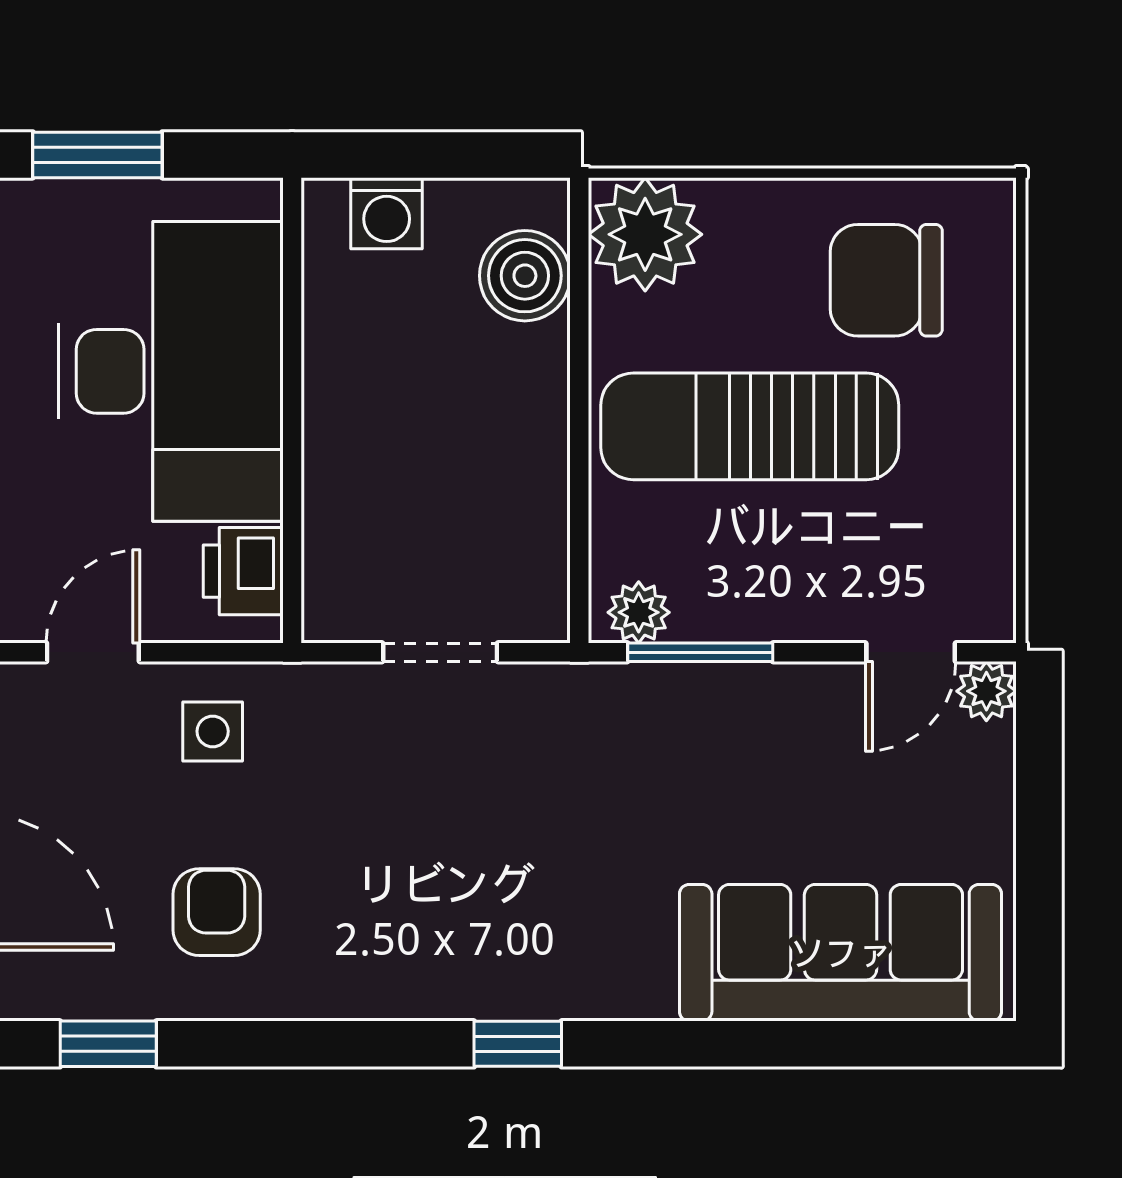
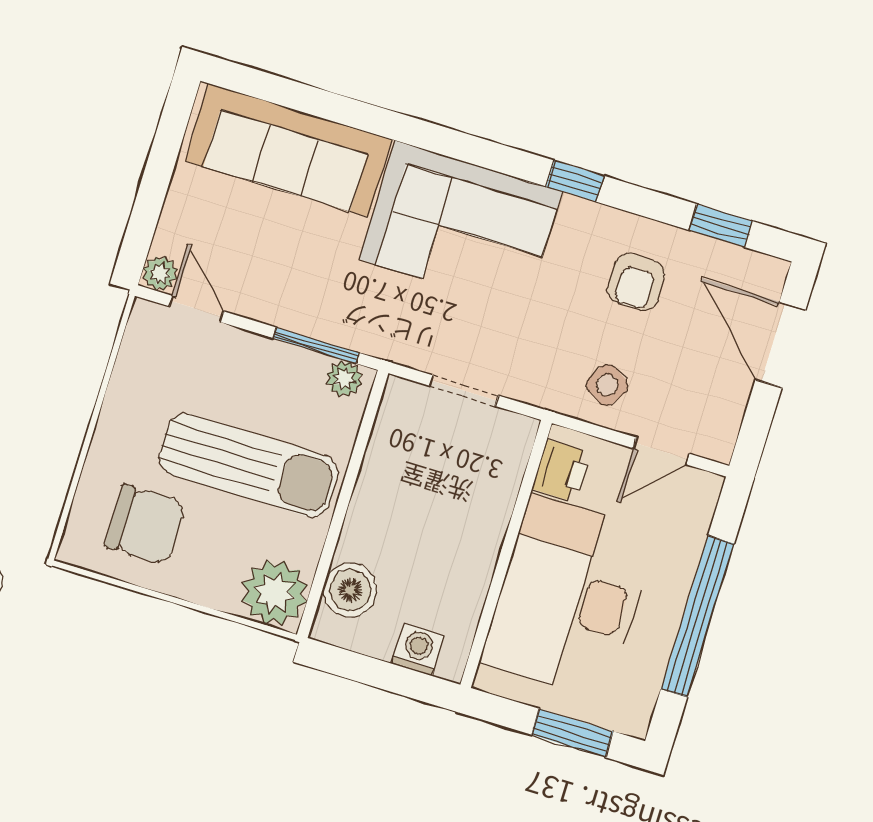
door: (911, 652) -> (196, 309), hinge flipped
side table: (213, 731) -> (607, 385), turned 31
corner sofa: (527, 916) -> (460, 225), added
window: (518, 1044) -> (575, 181), moved

